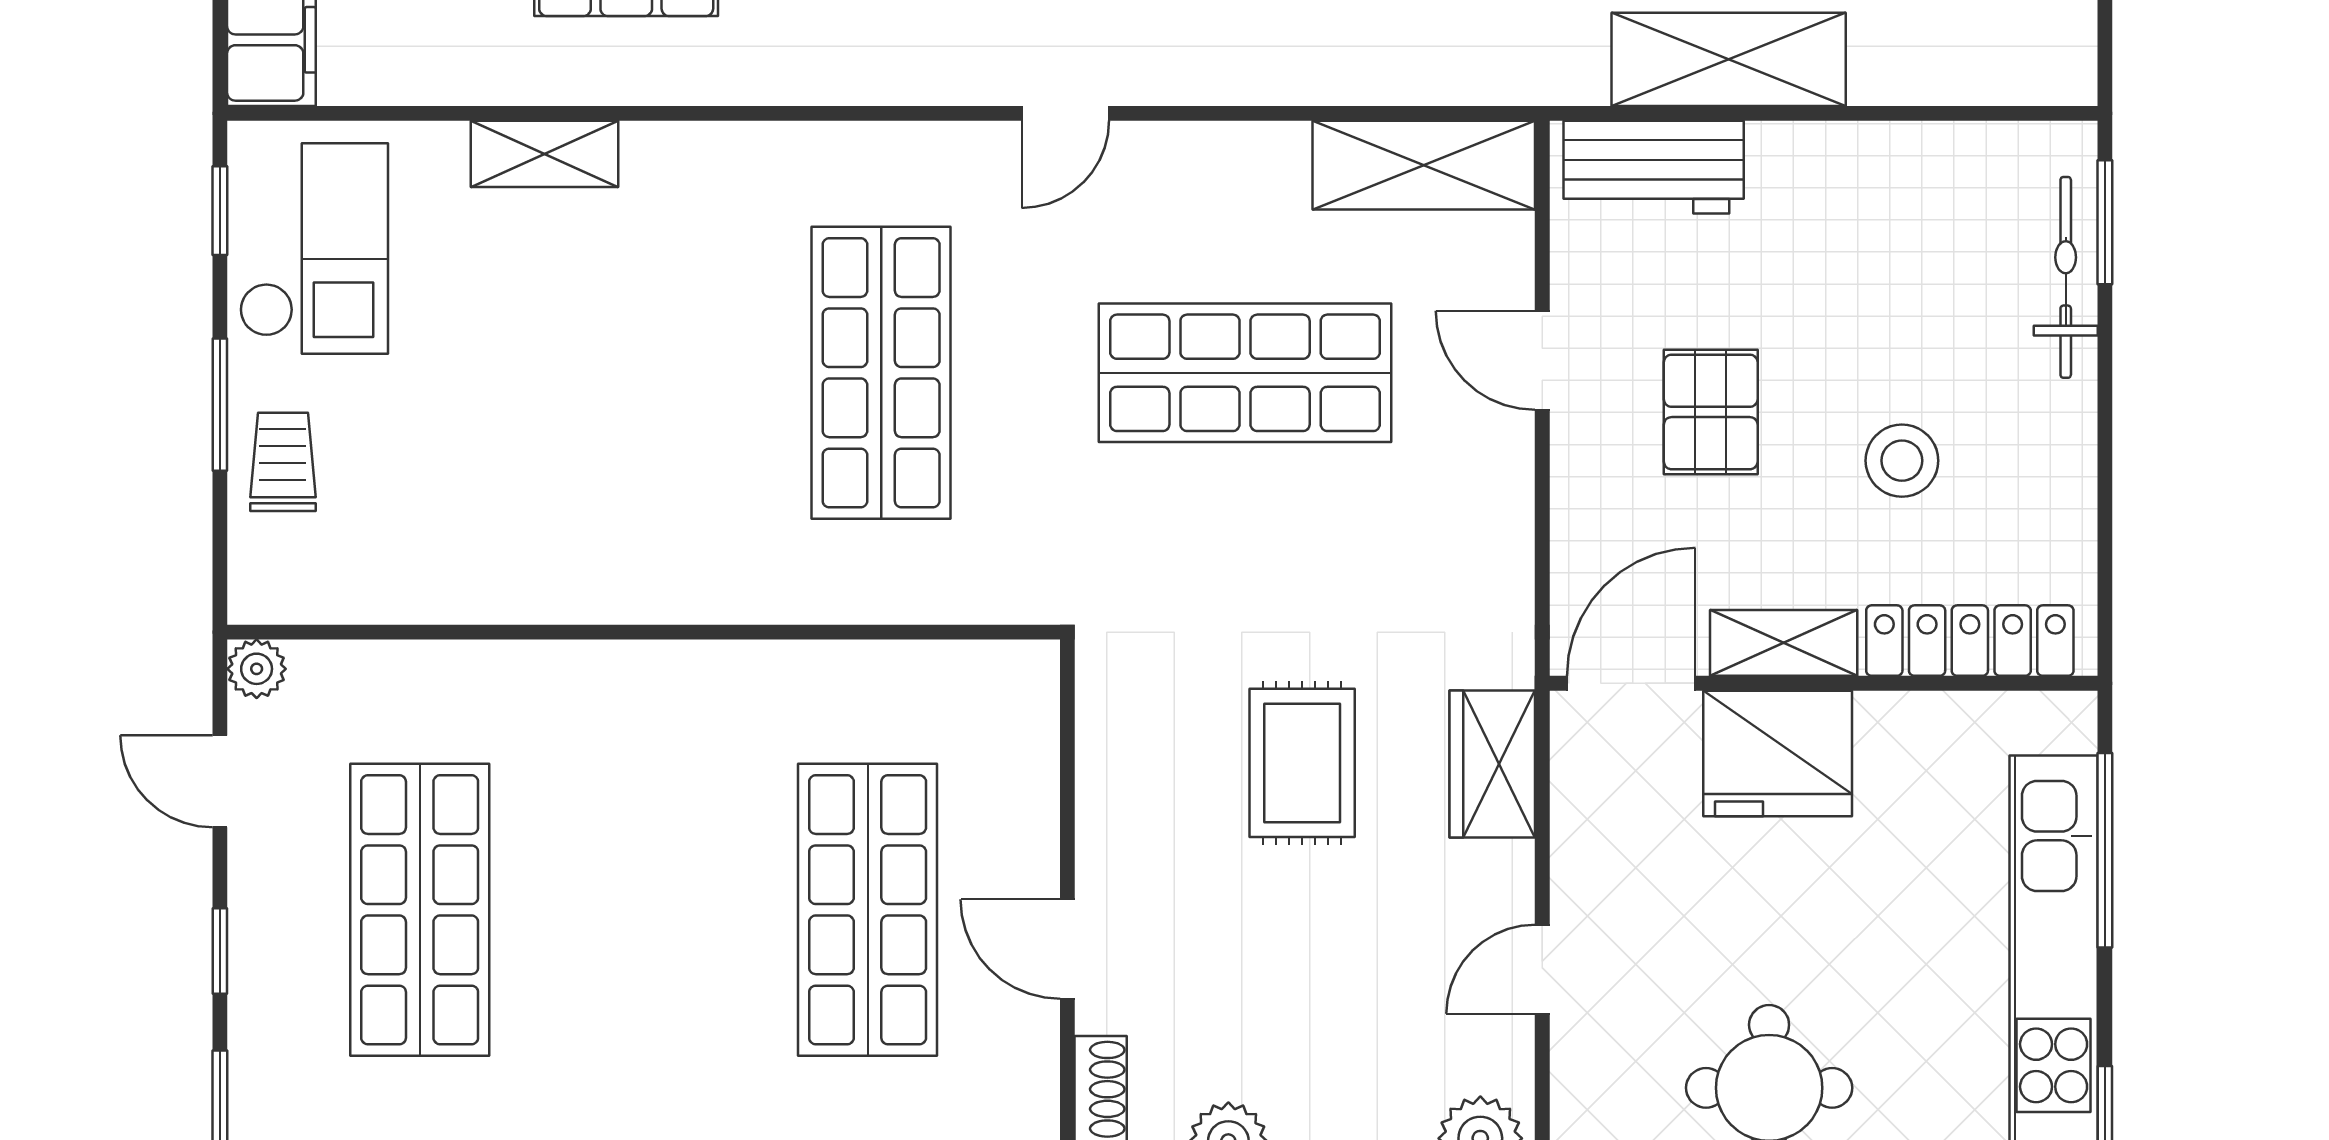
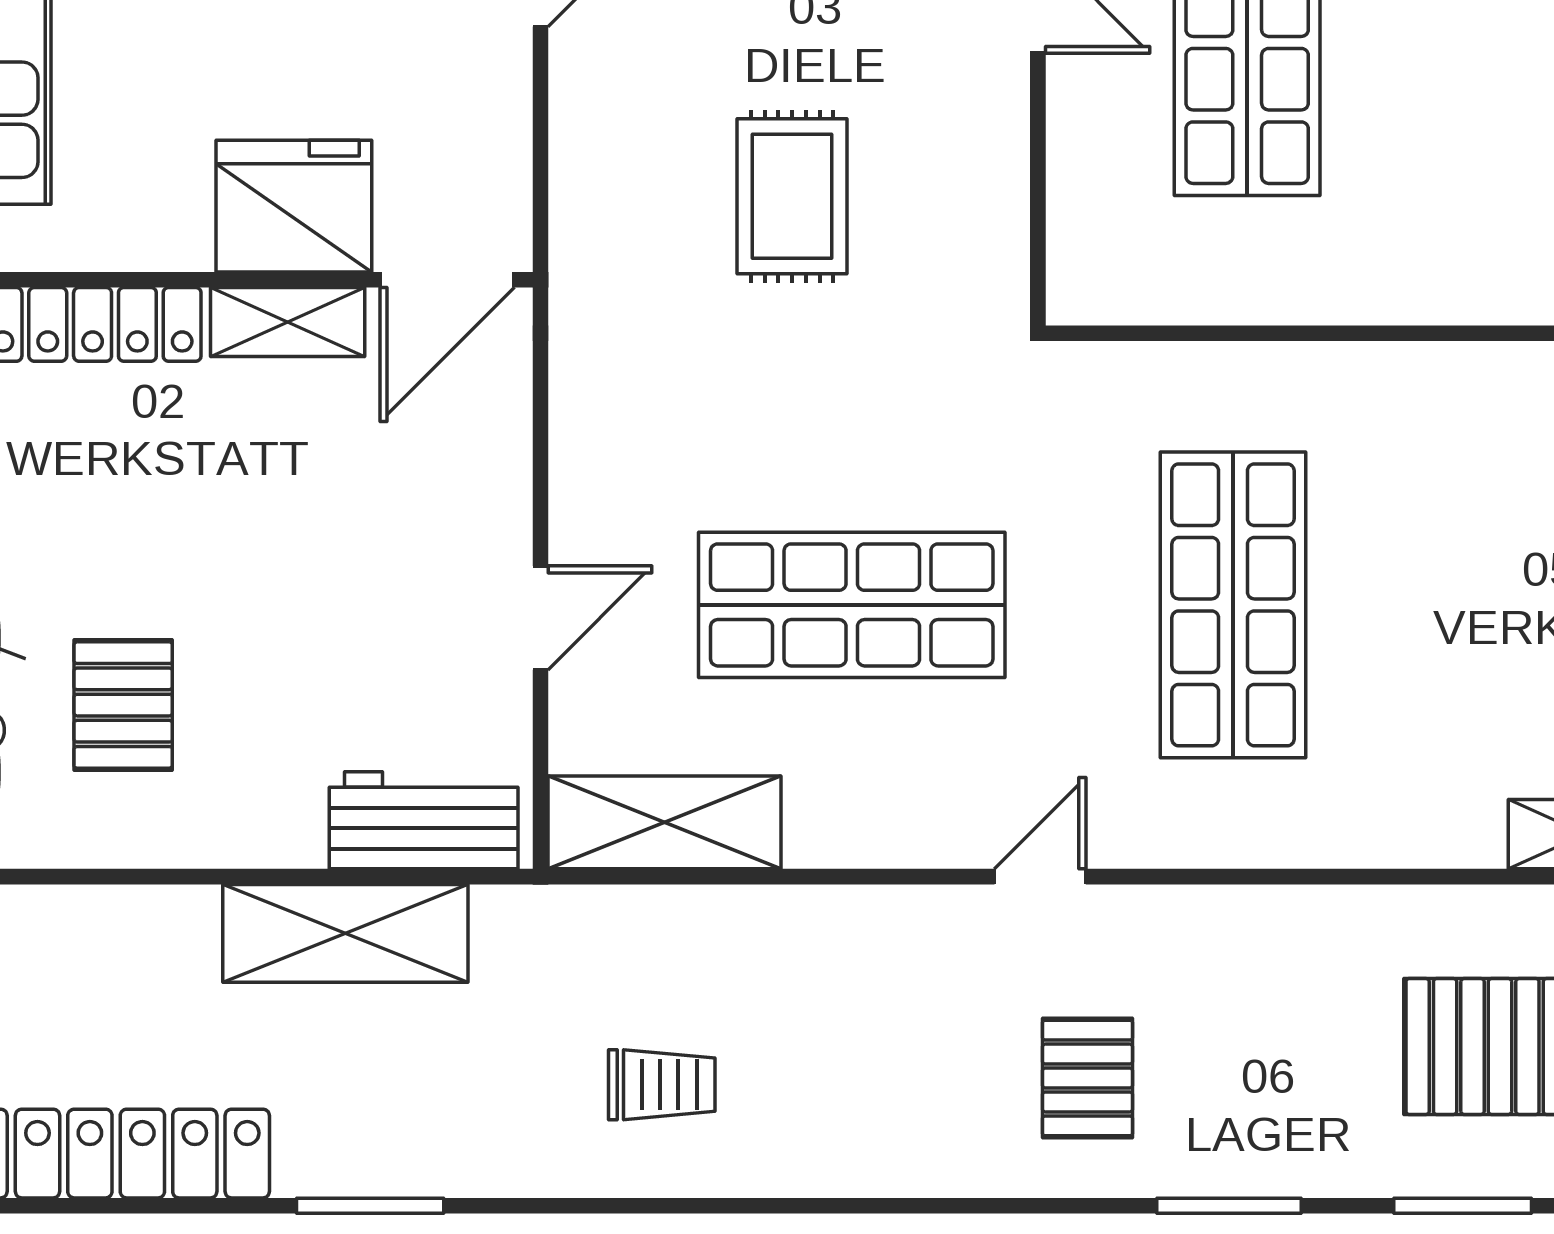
door: (1542, 360) -> (540, 618), hinge flipped
pallet: (1711, 412) -> (123, 705), moved
stool: (1902, 461) -> (164, 513), removed
wardrobe: (1492, 764) -> (593, 195), removed

